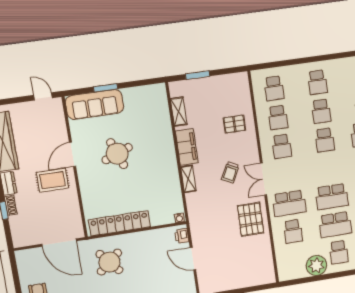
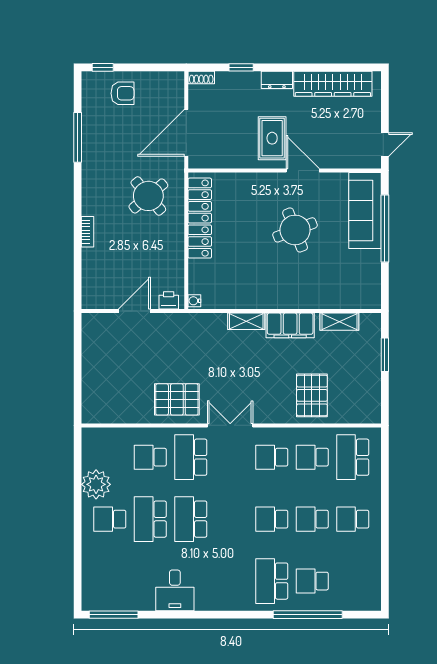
window: (106, 88) -> (385, 229), width x2.11
school desk: (274, 88) -> (353, 457), width x1.85
pallet: (234, 124) -> (312, 395), width x1.50, depth x1.42
trolley: (230, 172) -> (246, 380), removed
shoe rack: (11, 205) -> (201, 78), moved

